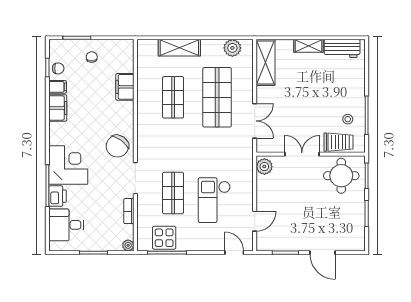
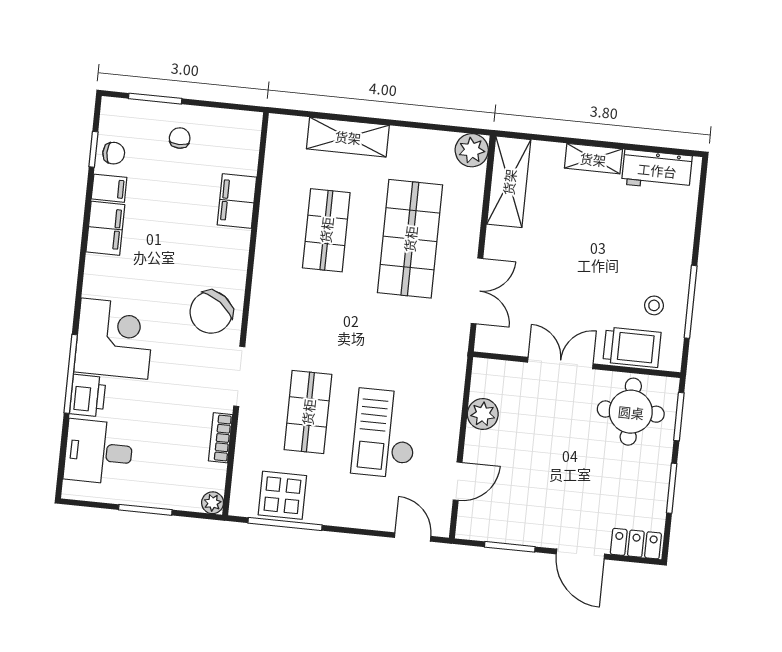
plant: (232, 48) -> (472, 150), moved
plant: (264, 167) -> (483, 414), moved
locker: (351, 244) -> (636, 544), added

